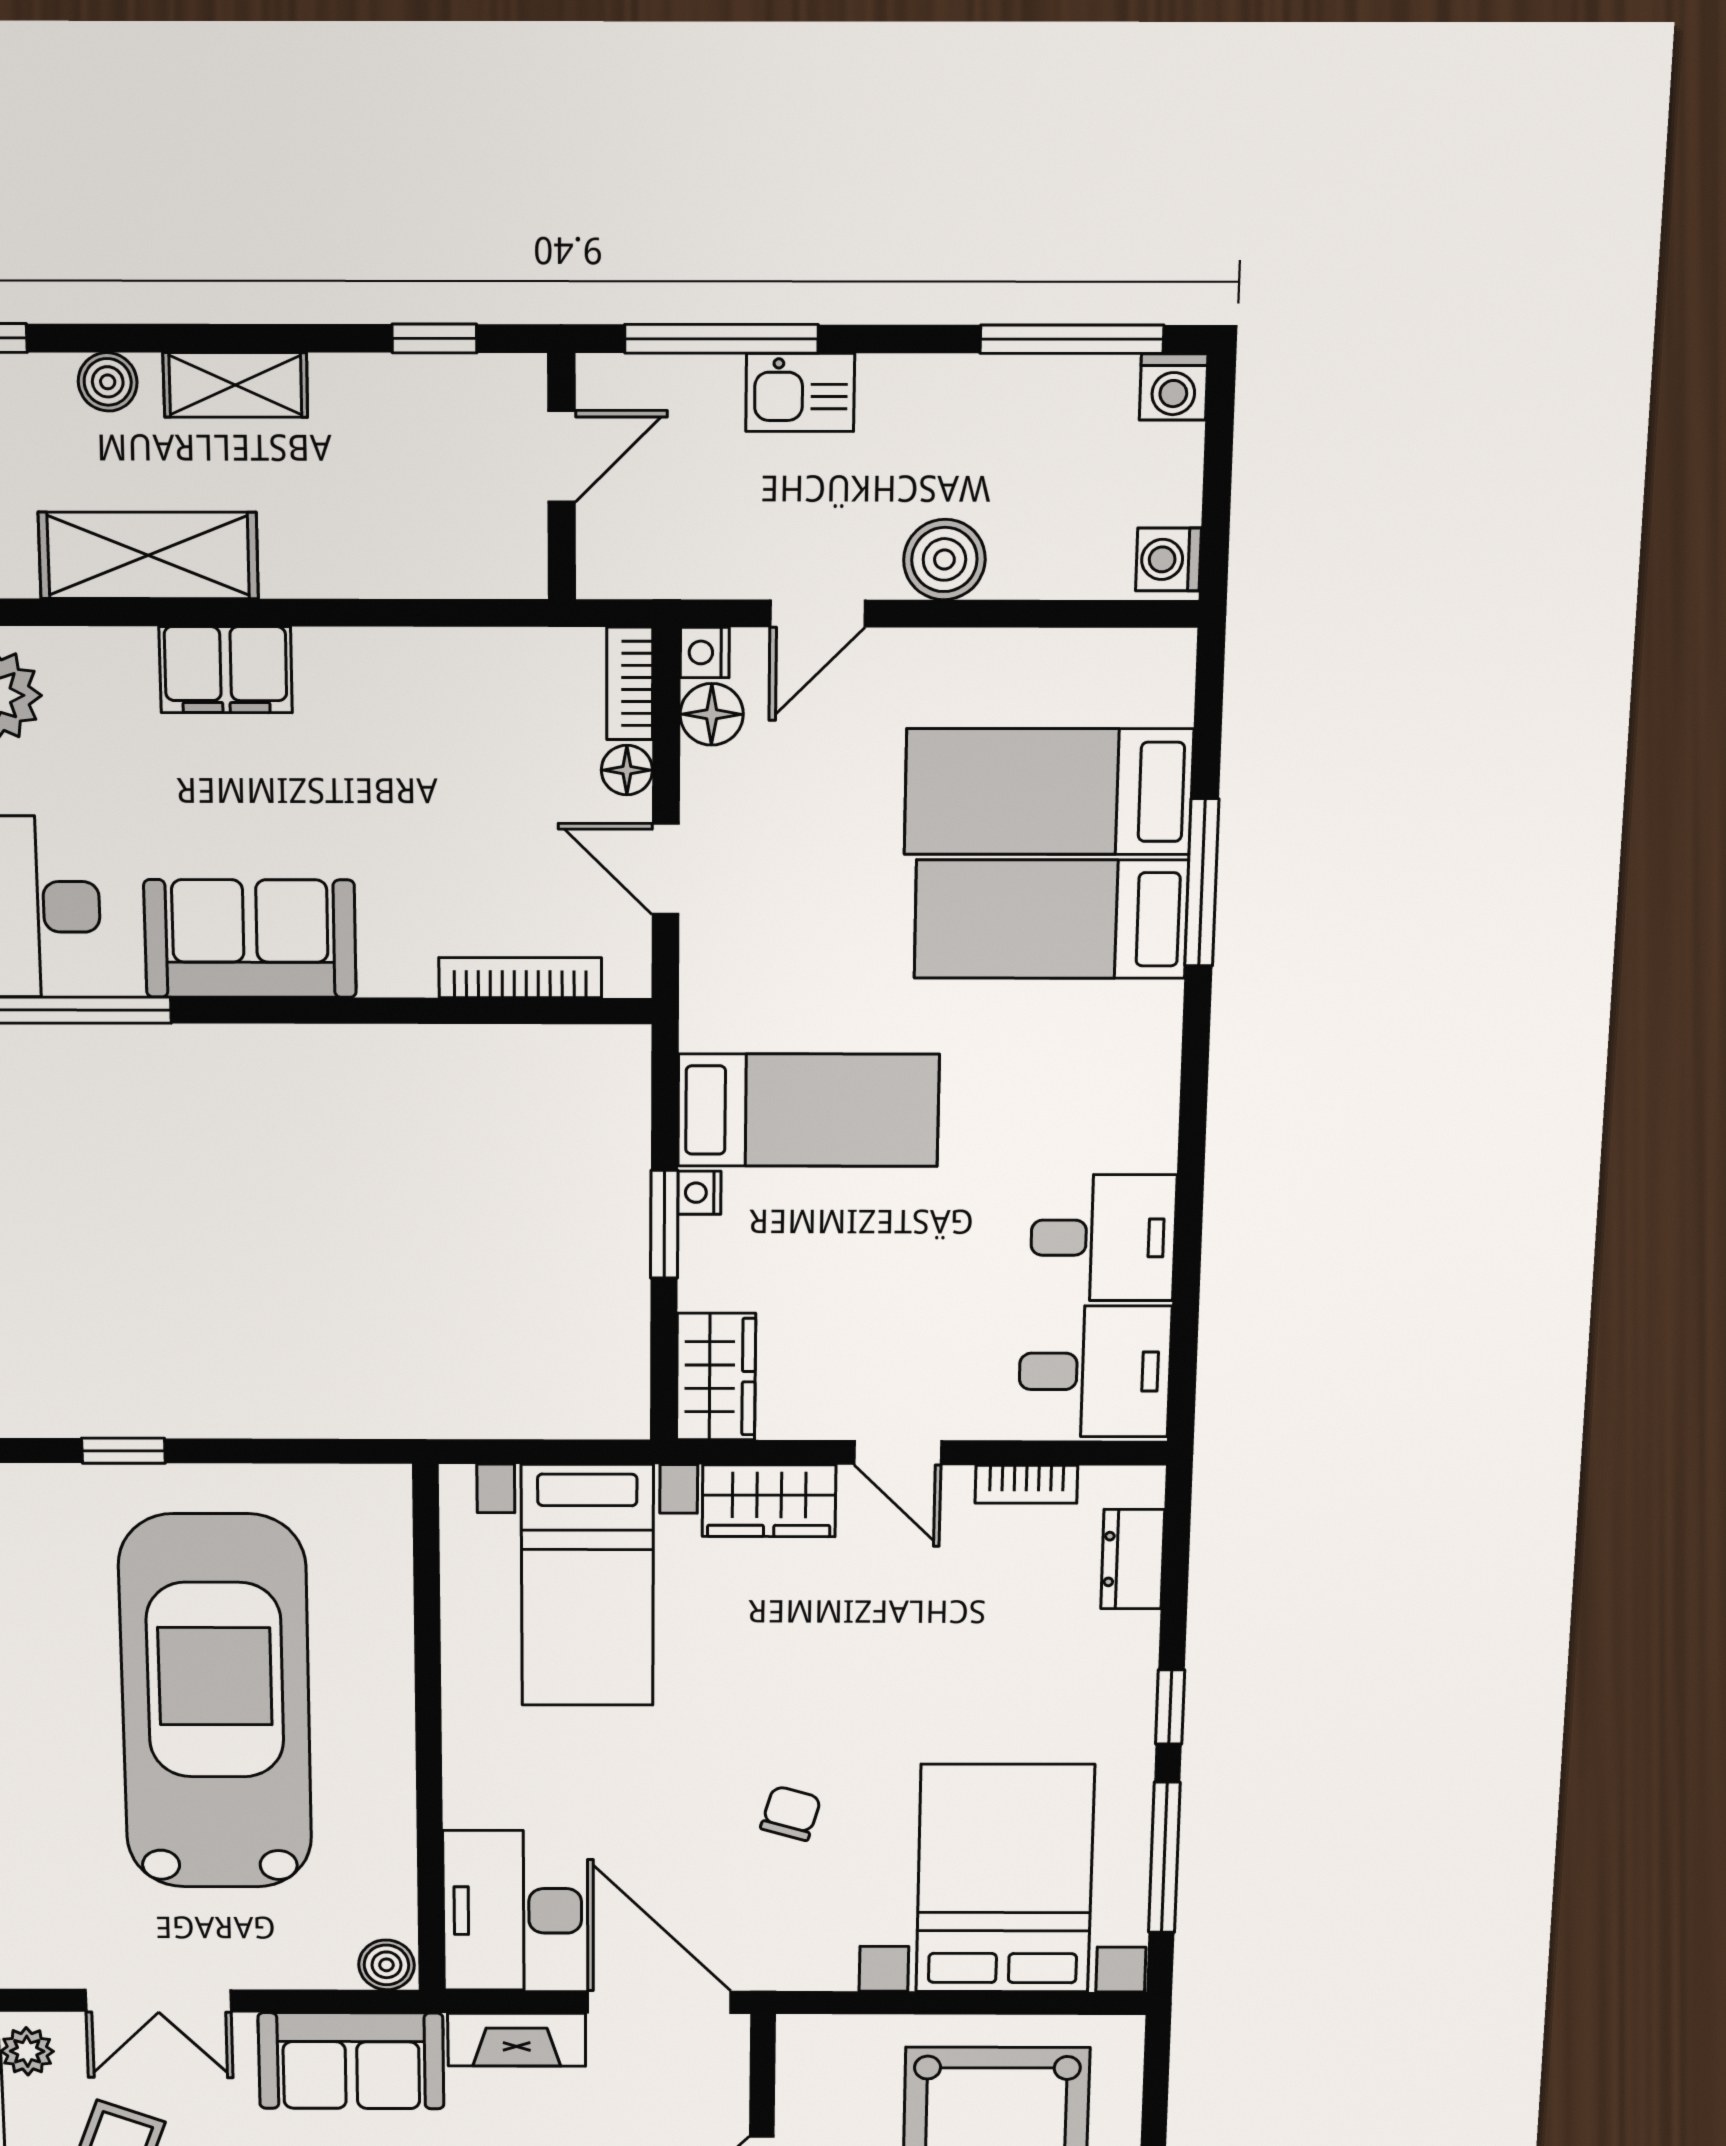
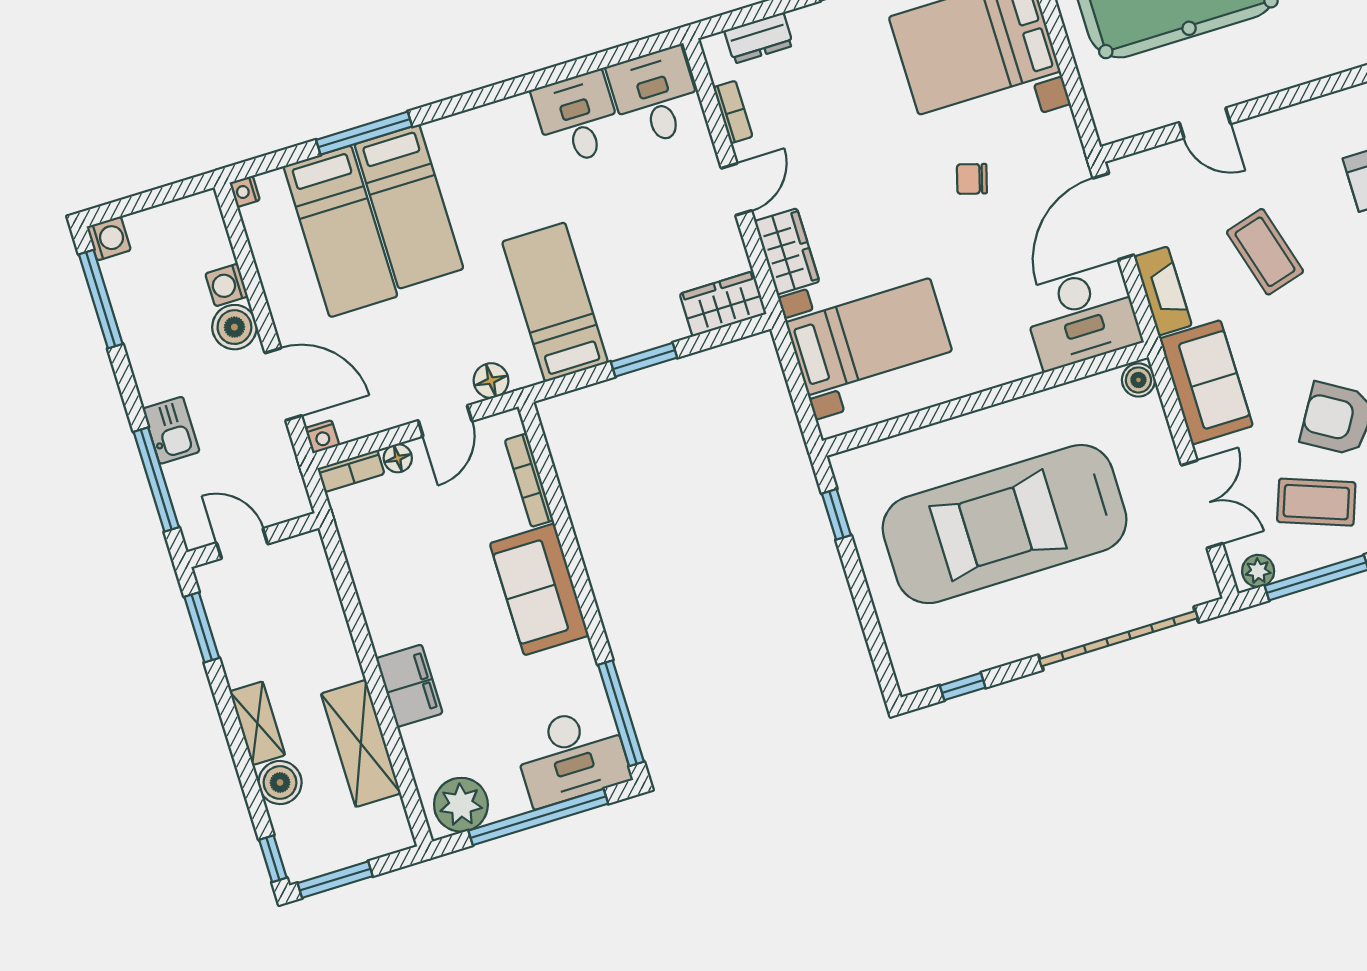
window: (434, 338) -> (202, 627), width x1.50
boiler: (108, 382) -> (280, 782), width x1.36, depth x1.36
washing machine: (1168, 559) -> (227, 285), moved, turned 90
door: (818, 613) -> (283, 384), width x1.38
floor lamp: (712, 714) -> (491, 381), moved
sofa: (250, 939) -> (539, 589), moved
nightstand: (699, 1193) -> (245, 191), moved, turned 90
window: (123, 1451) -> (836, 514), moved

